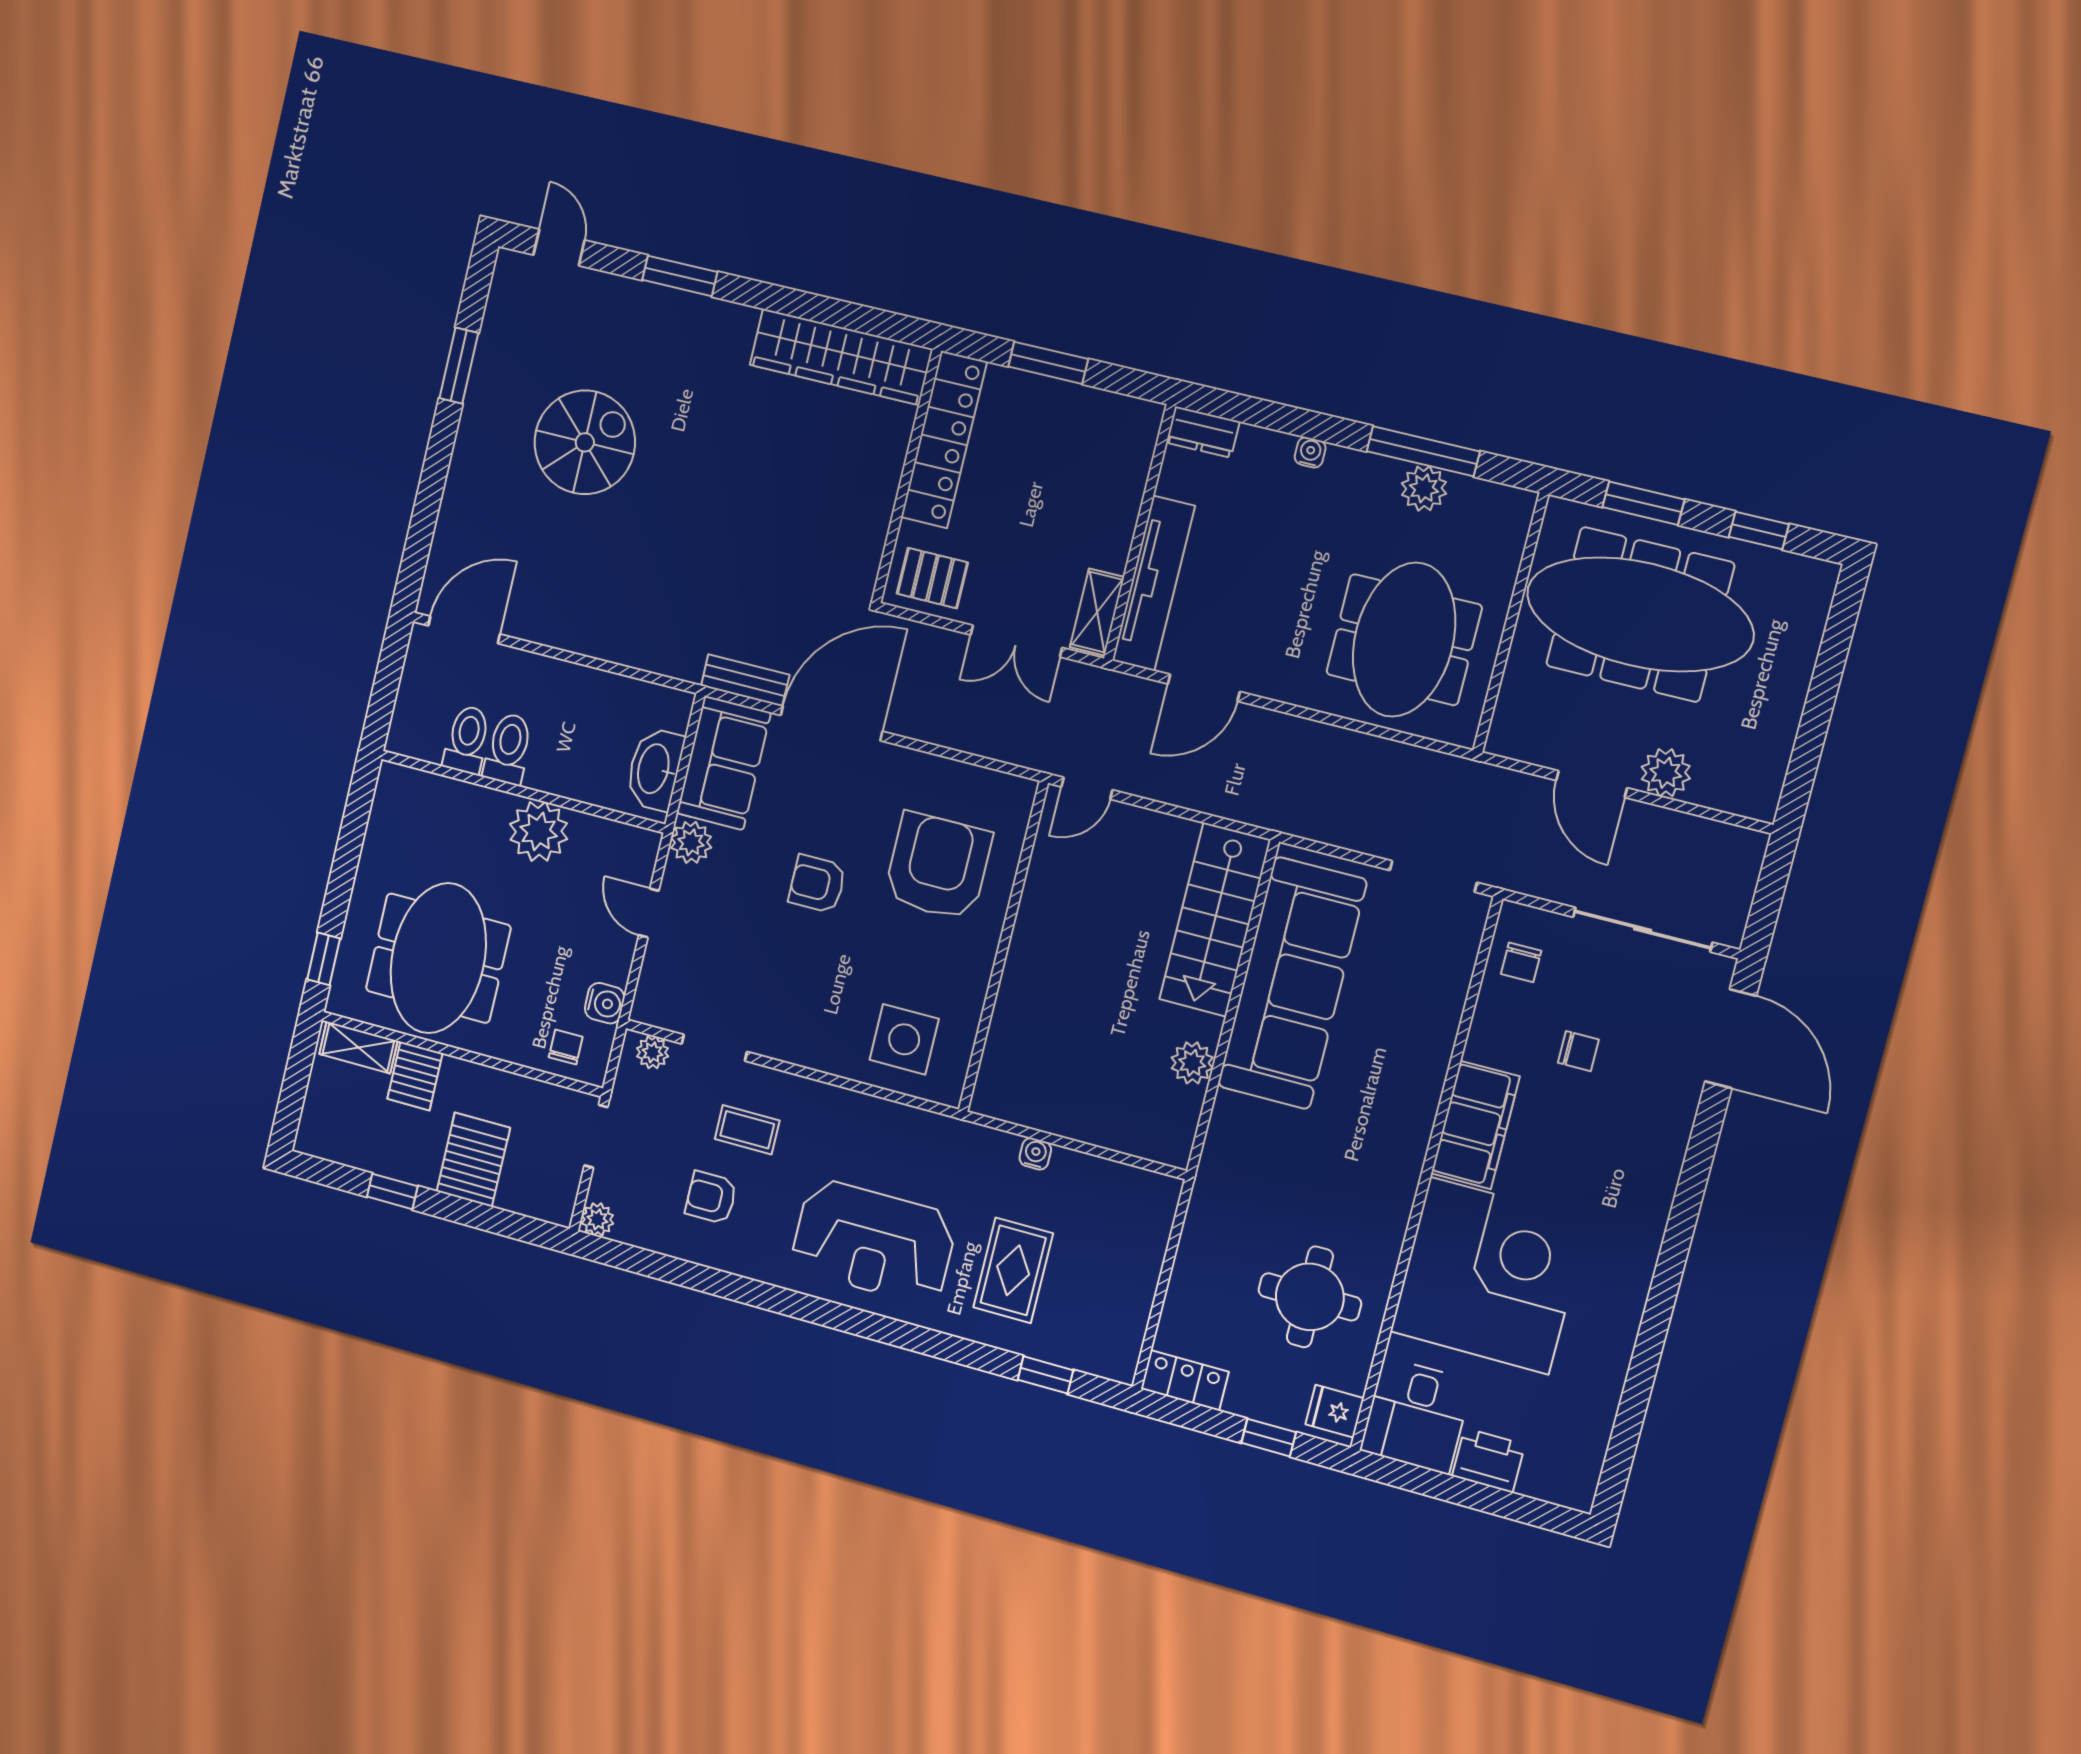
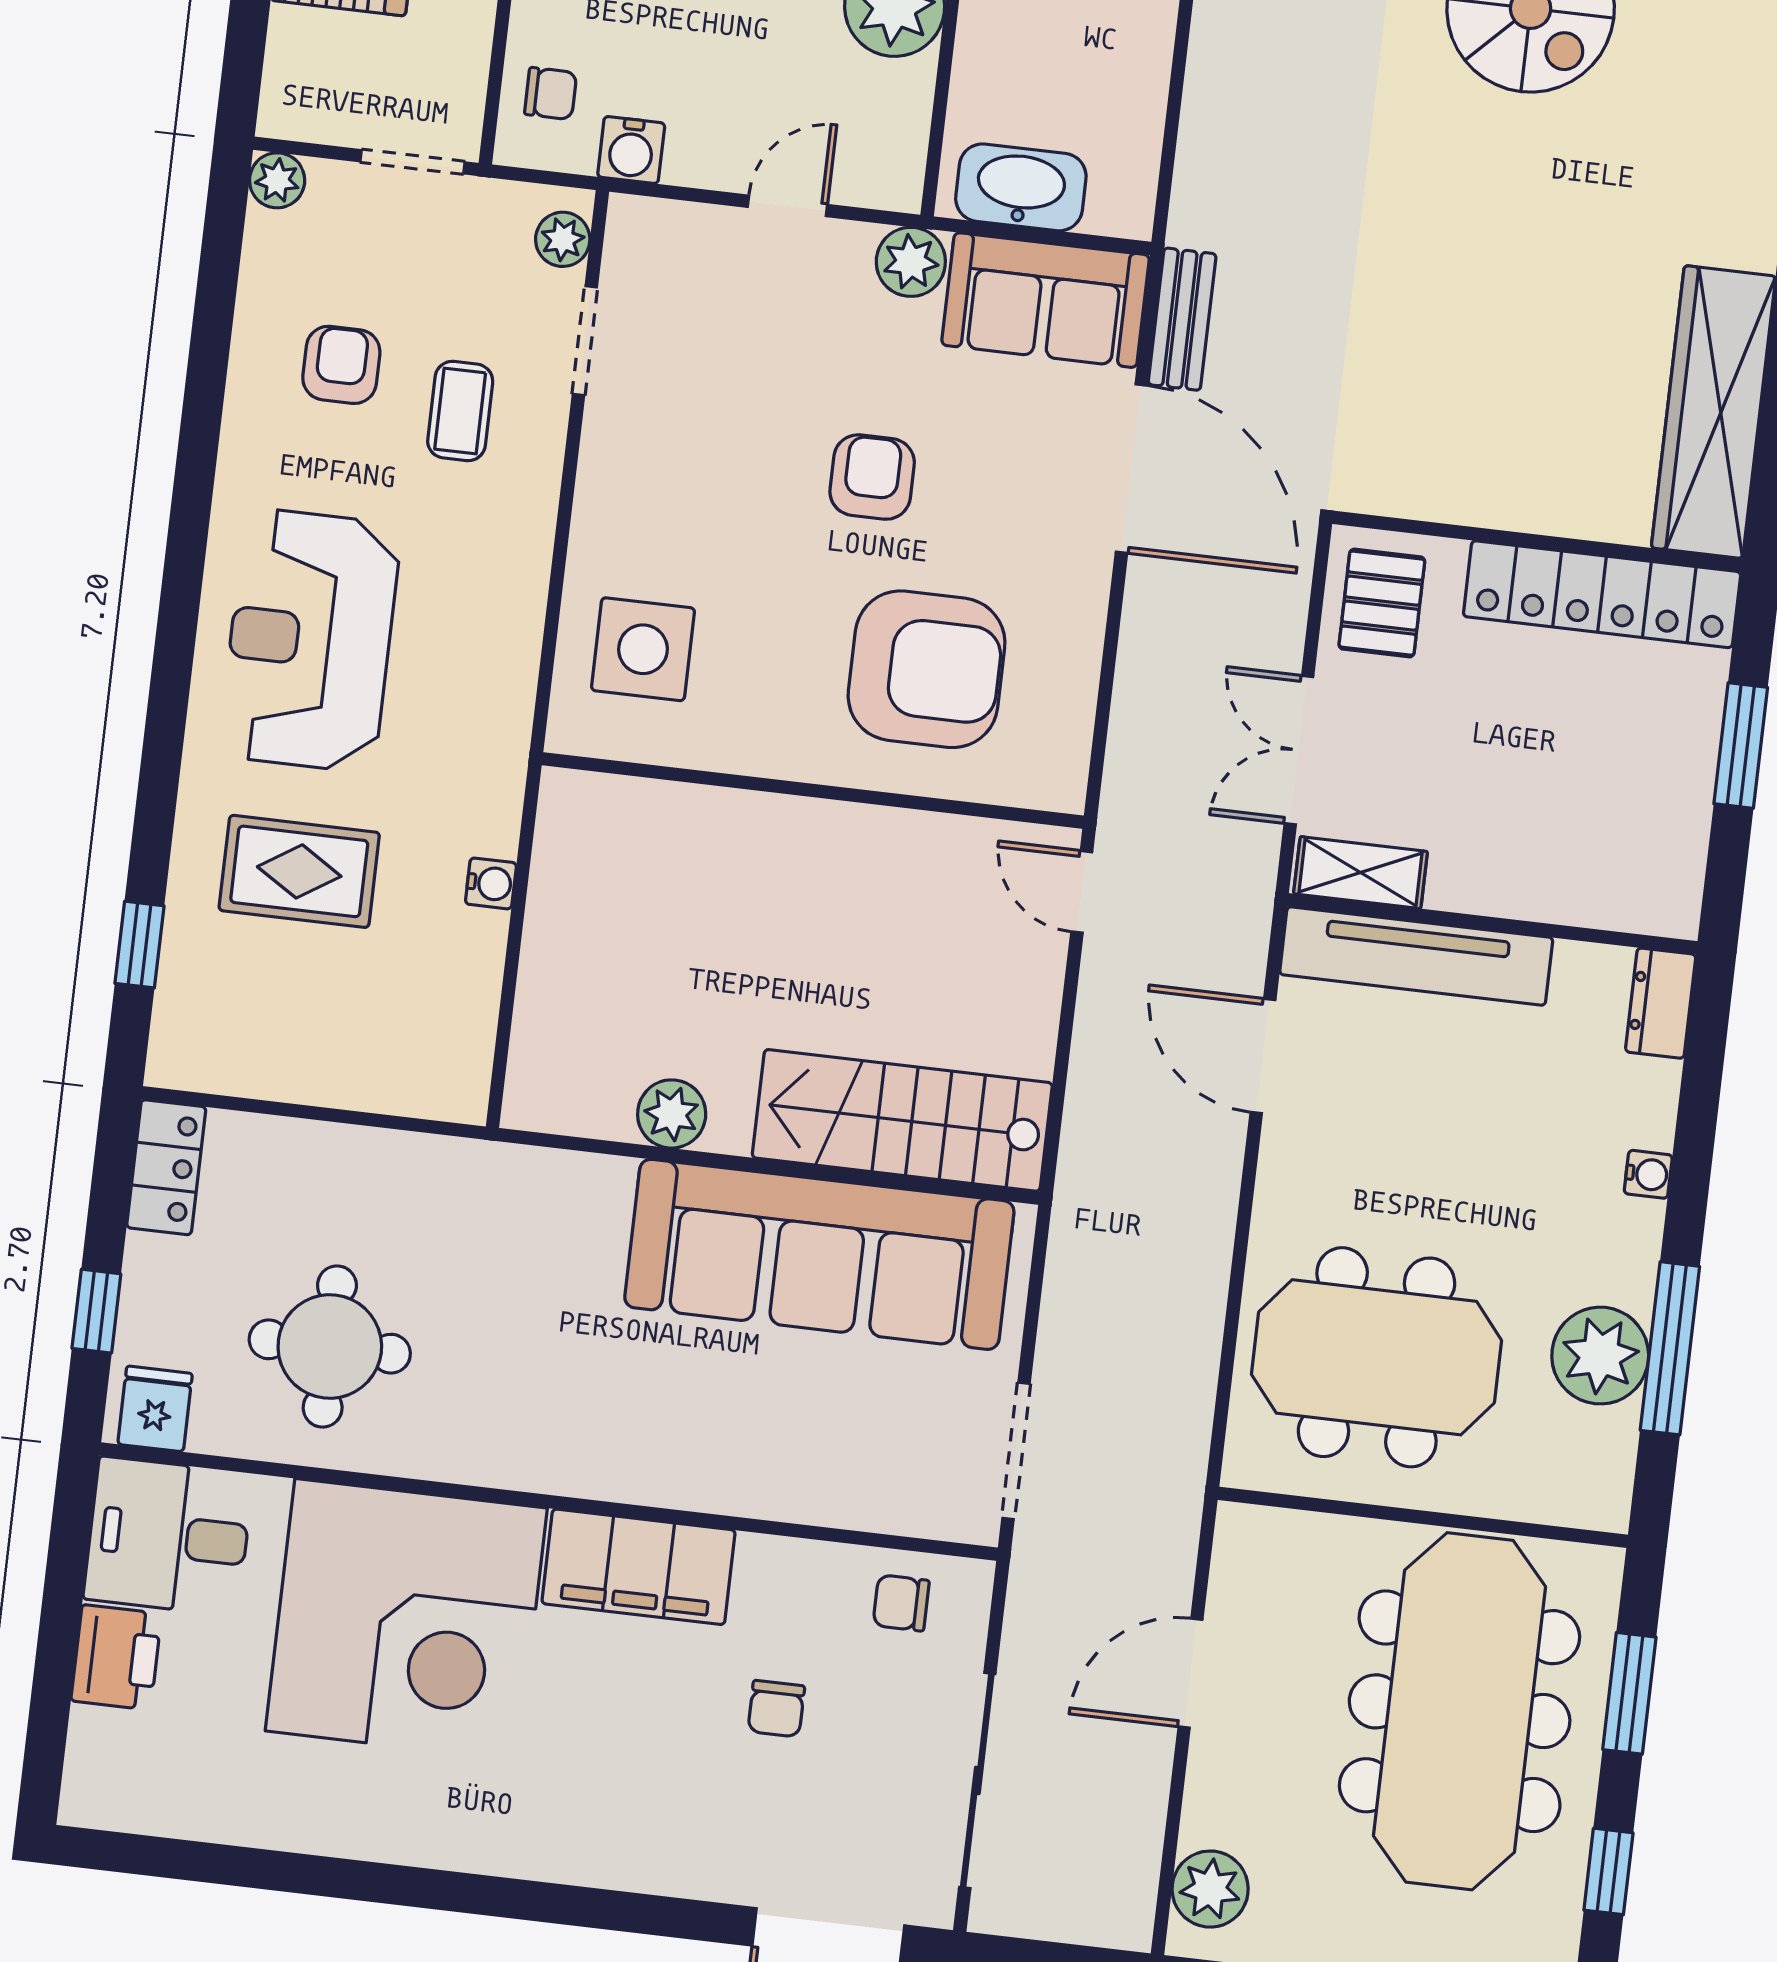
plant: (1424, 488) -> (1600, 1356), width x1.36, depth x1.36
plant: (1666, 773) -> (1210, 1889), moved

